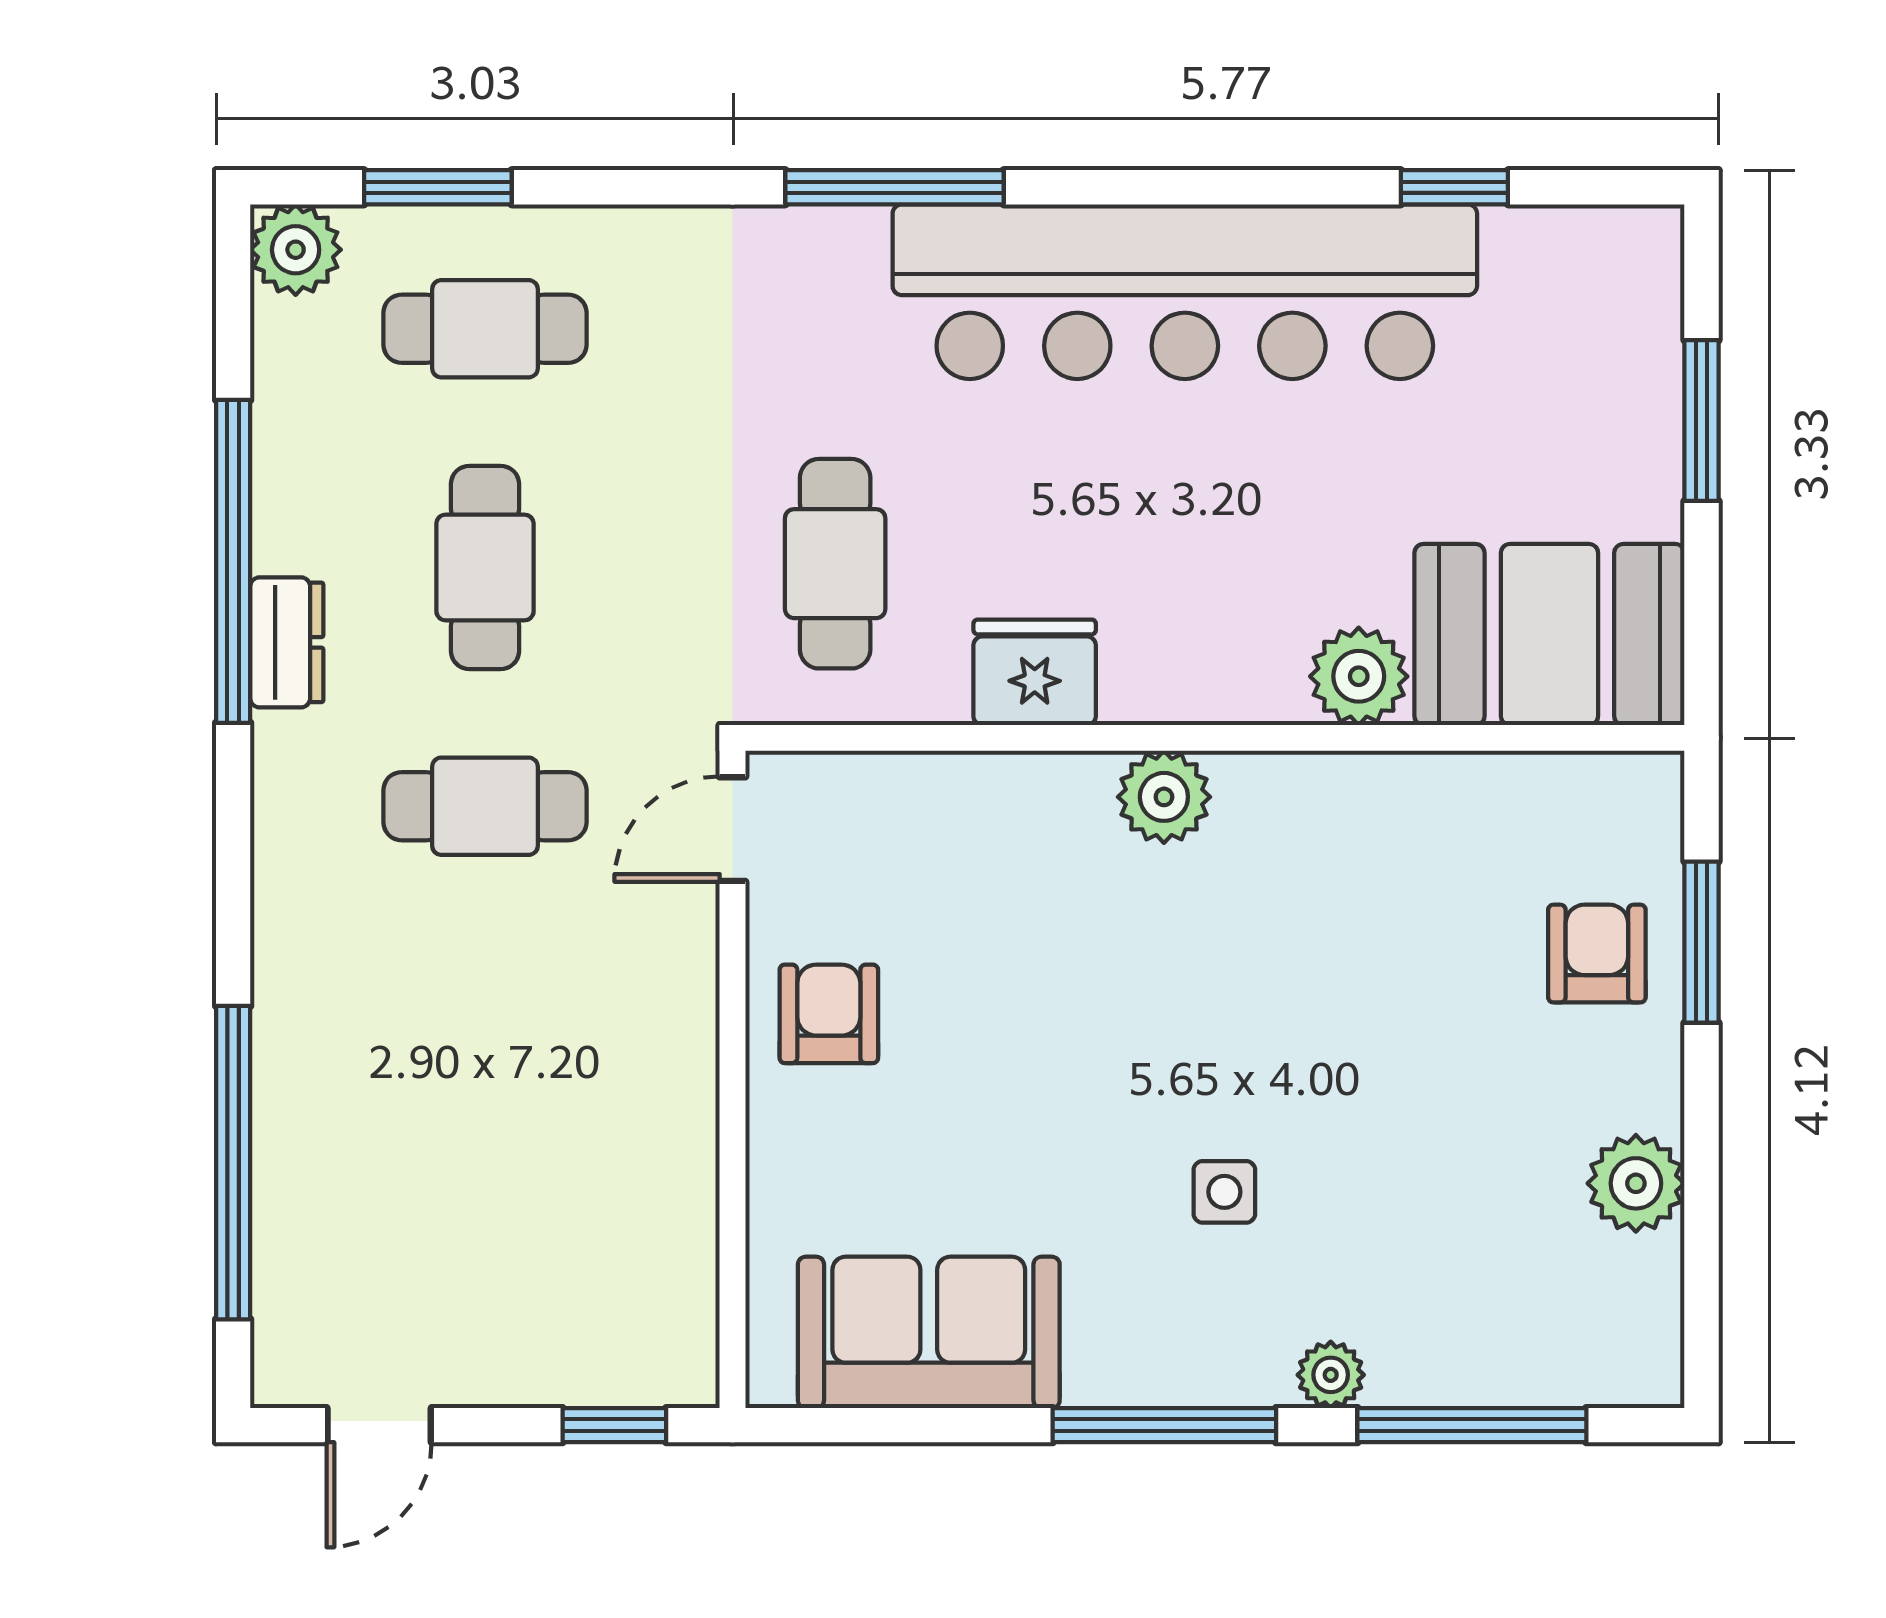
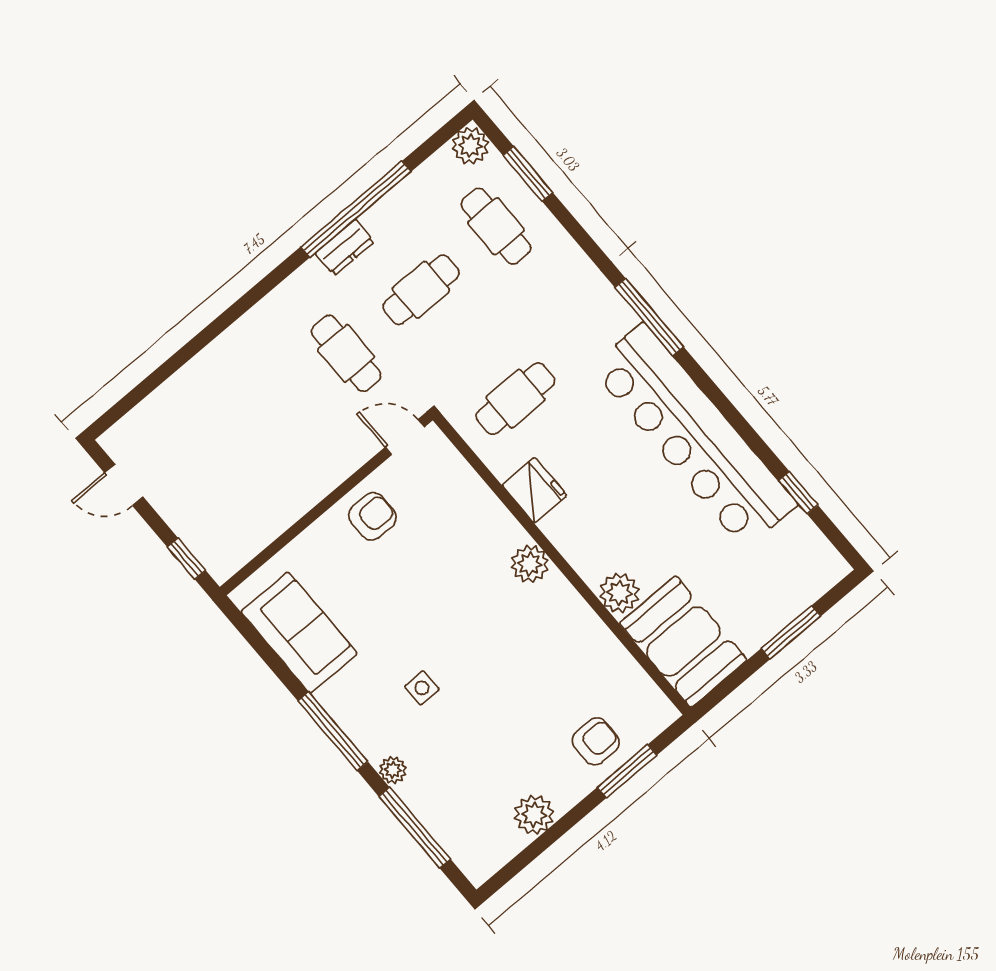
window: (233, 1163) -> (167, 369), removed

